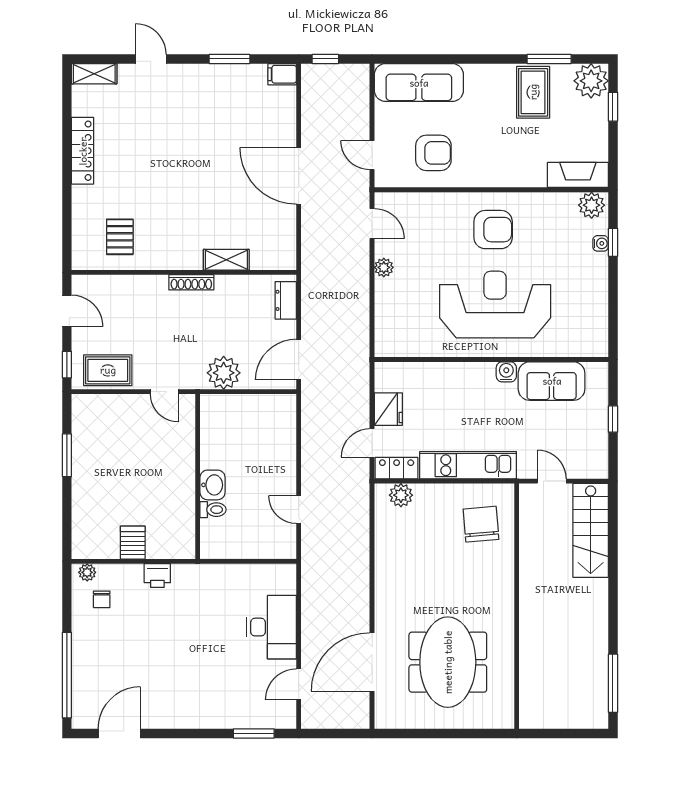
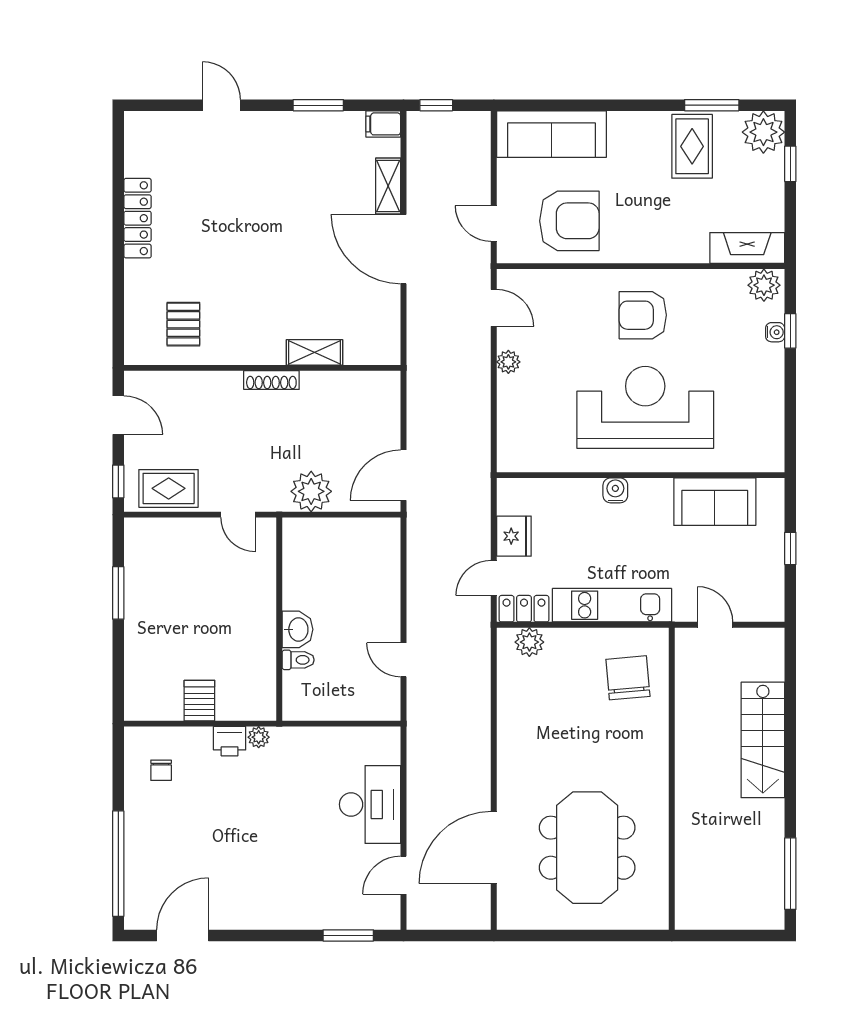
shelving: (94, 74) -> (388, 186), moved, turned 90
armchair: (433, 153) -> (569, 221), width x1.36, depth x1.36
armchair: (493, 230) -> (643, 315), turned 180
dresser: (286, 300) -> (388, 402), removed
water cooler: (506, 372) -> (615, 490), moved
stairs: (591, 530) -> (763, 740), moved
plant: (87, 572) -> (259, 737), moved

